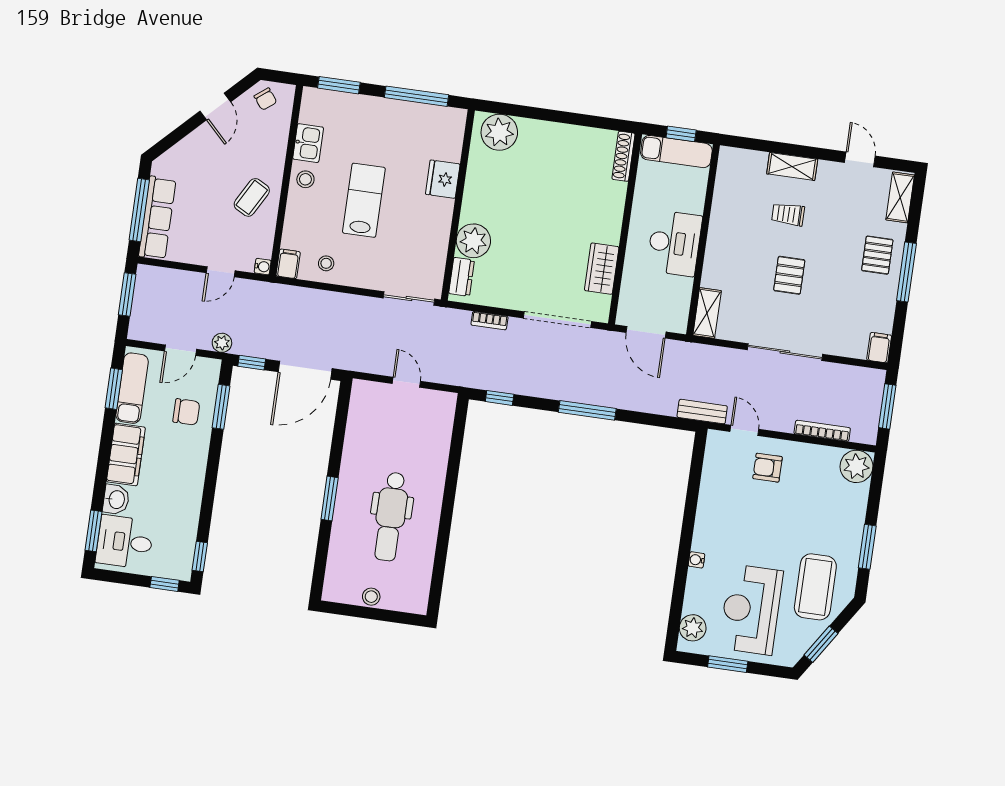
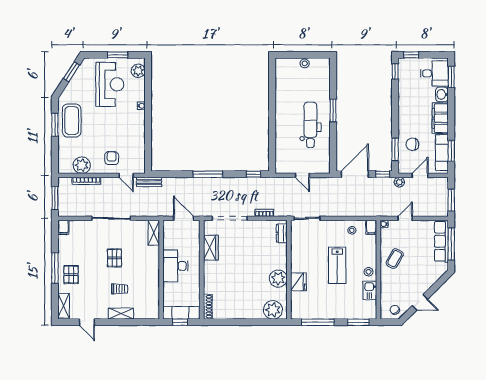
door: (215, 106) -> (420, 302), swing flipped
plant: (473, 241) -> (278, 279), moved
plant: (856, 466) -> (82, 165), moved
armchair: (768, 468) -> (112, 158), turned -90
dental chair: (391, 517) -> (310, 125), moved
coffee table: (815, 587) -> (72, 121), moved

